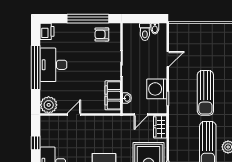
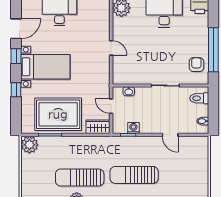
toilet: (145, 32) -> (199, 98), moved
washing machine: (157, 89) -> (133, 128), width x0.53, depth x0.53
filing cabinet: (113, 95) -> (132, 76), removed
door: (74, 115) -> (111, 48), moved

